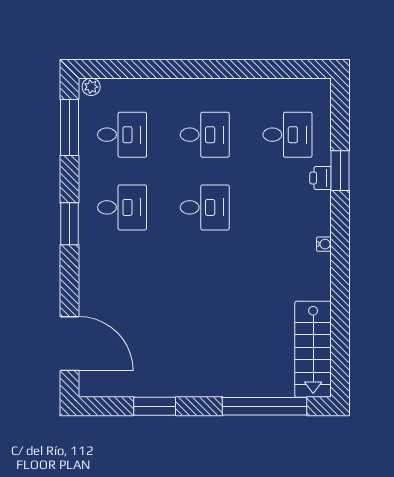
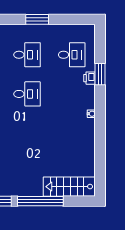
window: (223, 69) -> (37, 19), added
stairs: (313, 349) -> (69, 187), moved, turned 90
window: (265, 406) -> (40, 201), moved

